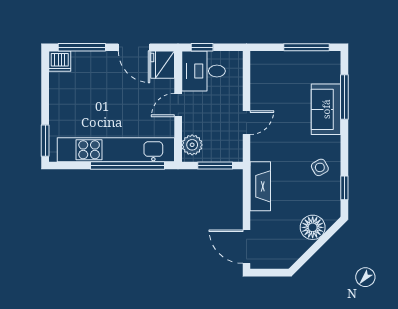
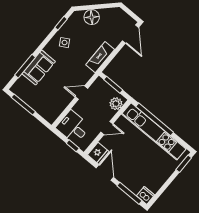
desk: (203, 71) -> (73, 127), moved, turned 180

